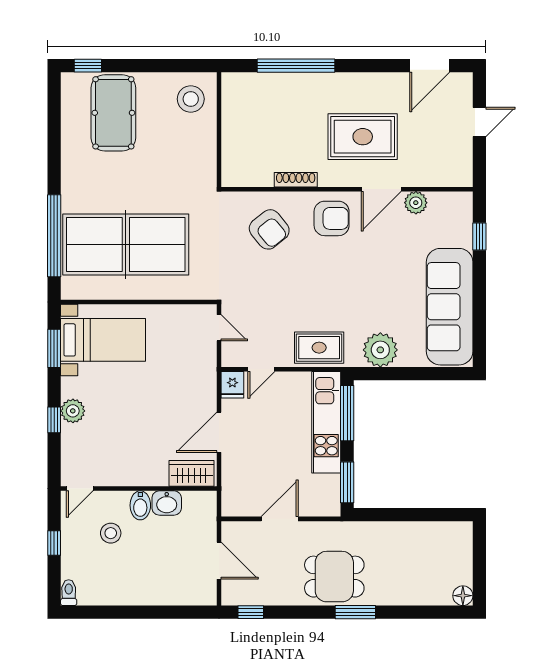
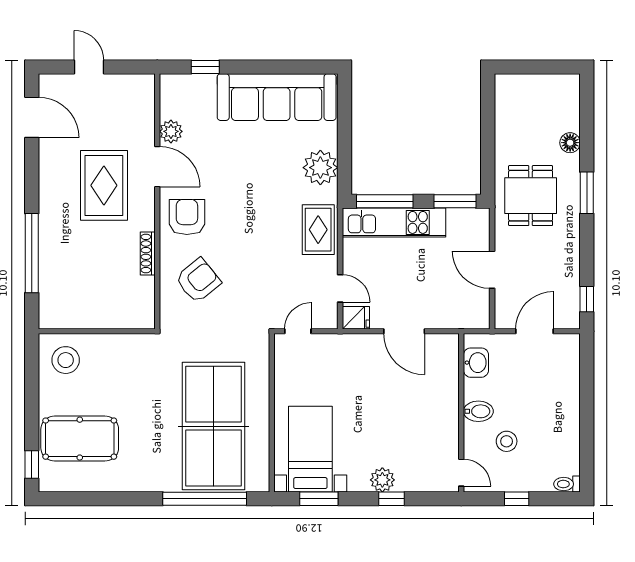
wardrobe: (192, 473) -> (446, 359), removed
washbasin: (167, 503) -> (476, 363), moved
dining table: (334, 577) -> (531, 196), moved
floor lamp: (463, 596) -> (570, 143), moved

